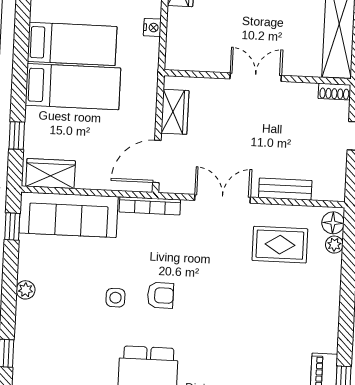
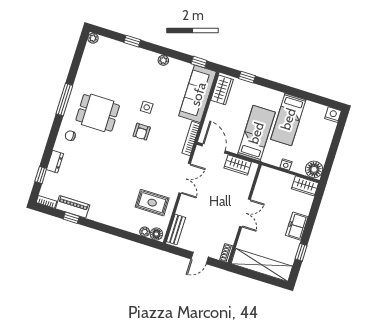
bed: (73, 87) -> (256, 133), moved, turned 180
bench: (285, 189) -> (176, 229), moved
rug: (280, 245) -> (152, 203), turned 90

